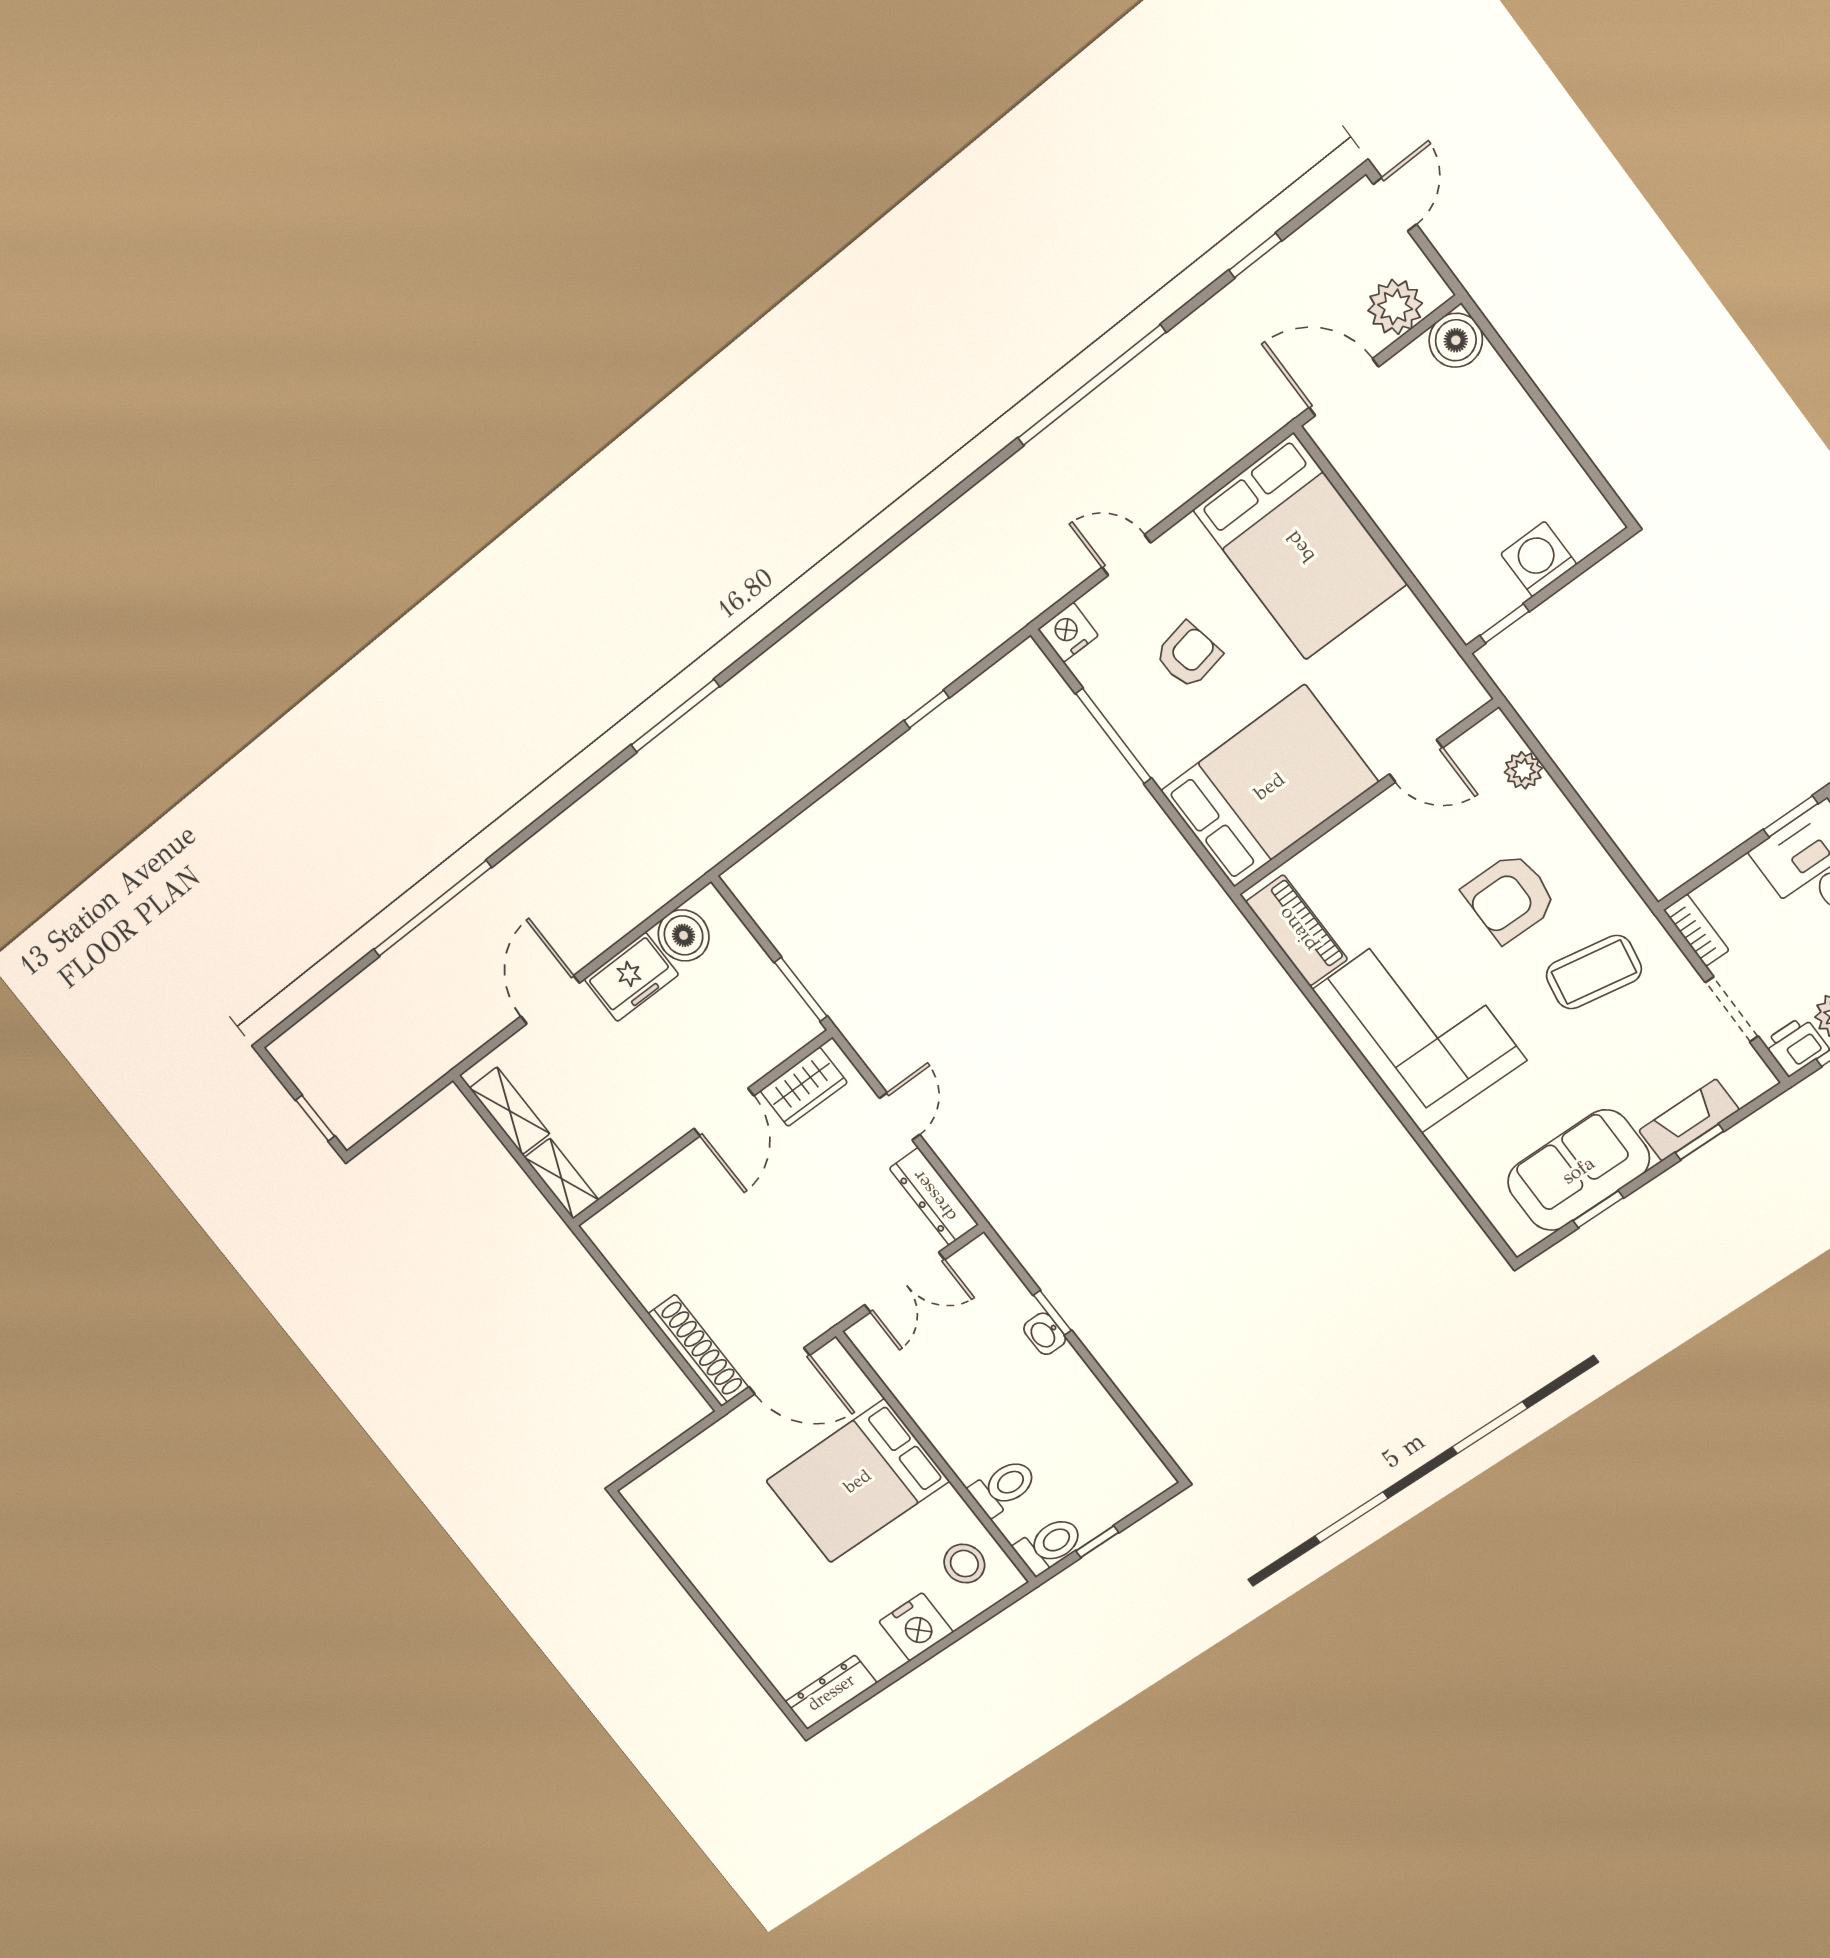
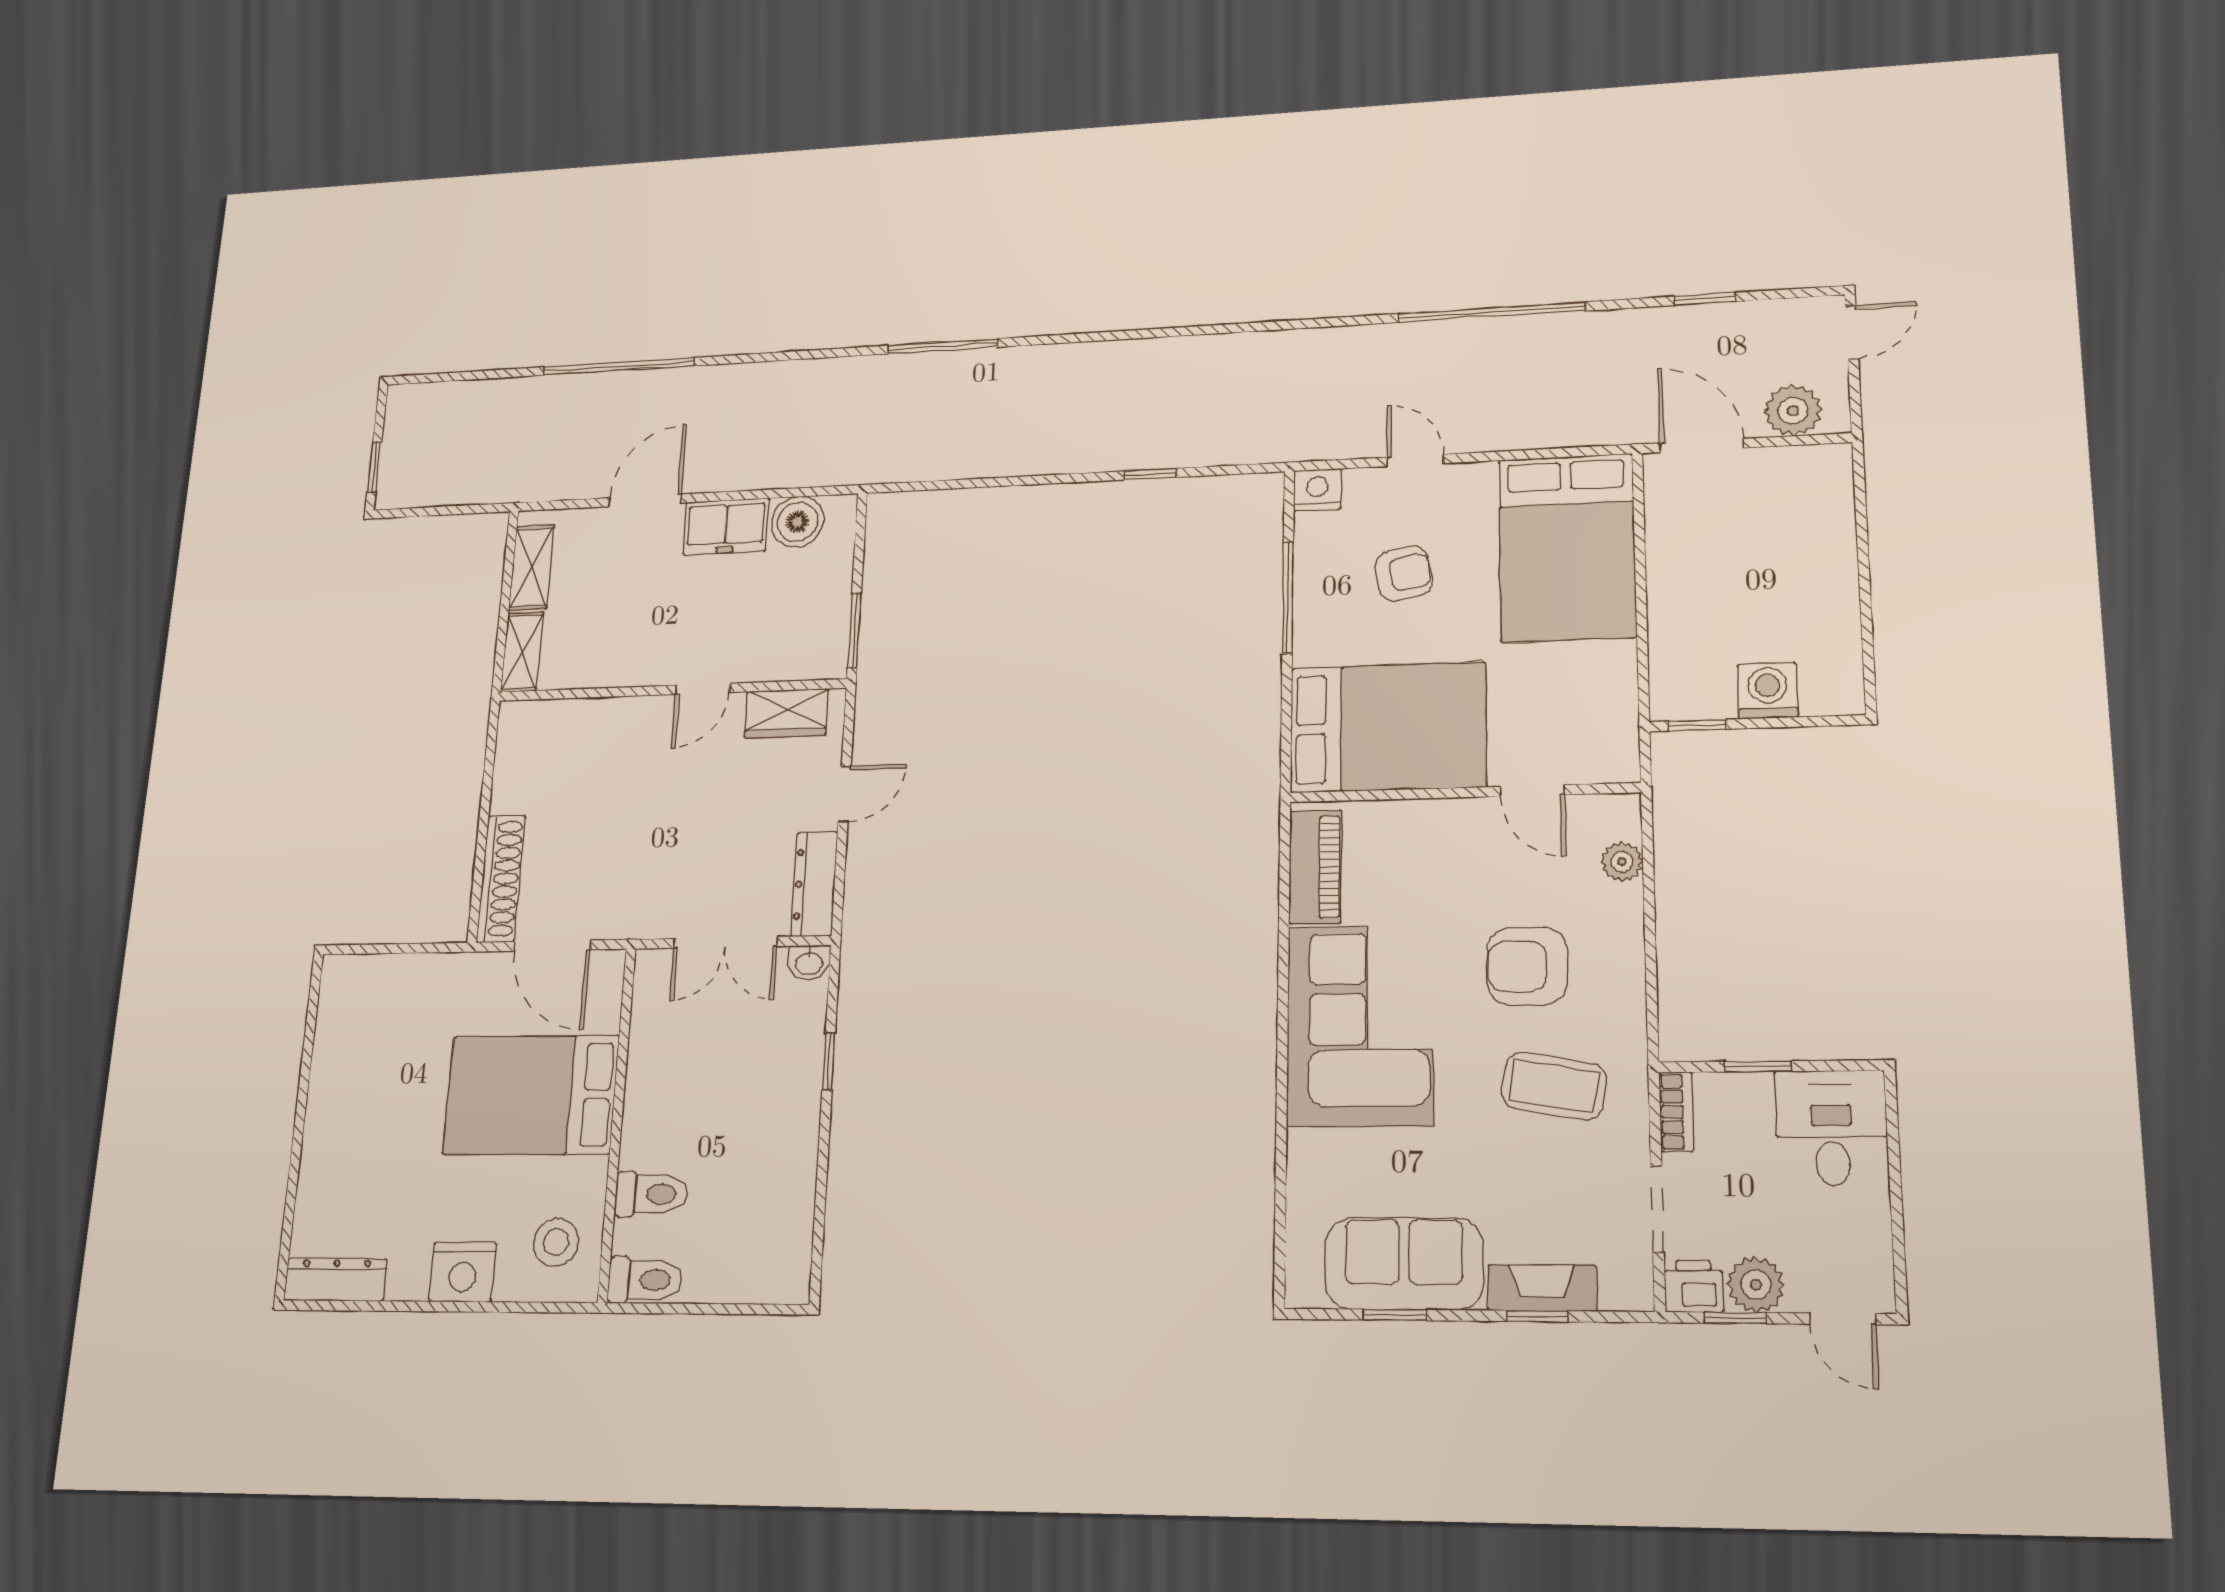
boiler: (1456, 340) -> (1825, 469), removed
window: (1791, 817) -> (1758, 1066), moved
door: (724, 1112) -> (703, 689), width x0.73
washbasin: (1045, 1334) -> (809, 963), moved, turned -90
window: (1097, 1542) -> (690, 1309), removed

